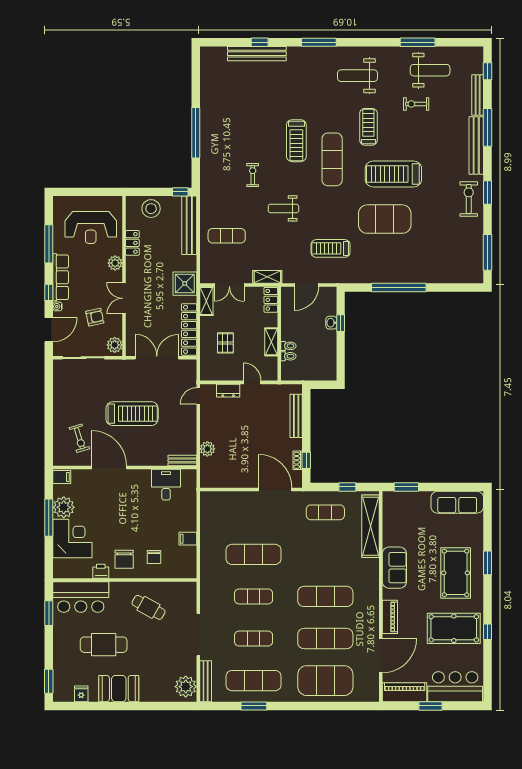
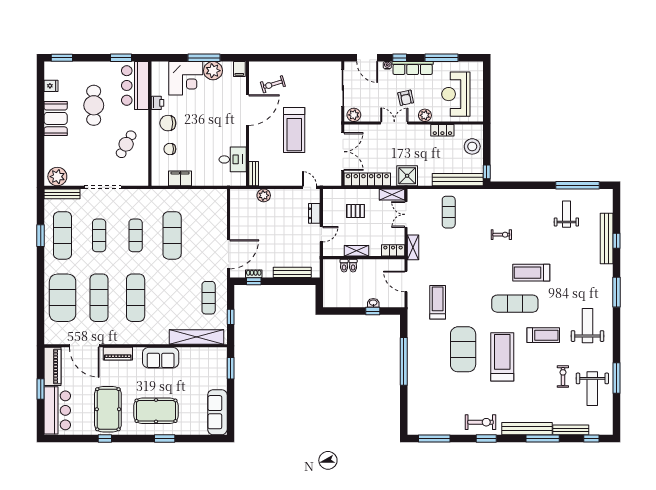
window: (196, 133) -> (578, 185), moved
weight bench: (284, 208) -> (566, 214), moved
armchair: (95, 317) -> (406, 98), moved
filing cabinet: (188, 539) -> (180, 178), width x2.00

